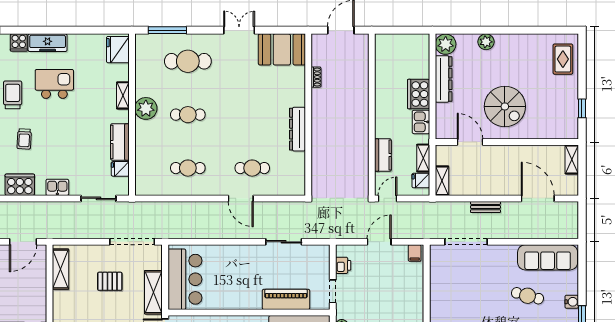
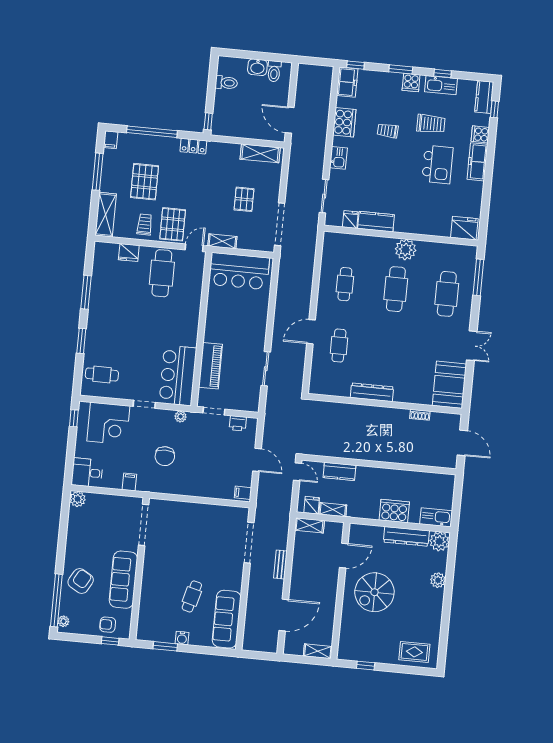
shelving: (123, 95) -> (420, 229), removed
cafe table: (188, 115) -> (396, 289), width x1.37, depth x1.35
kitchen sink: (421, 122) -> (436, 517), moved, width x1.38
shelving: (153, 292) -> (222, 241), width x0.67, depth x0.75

